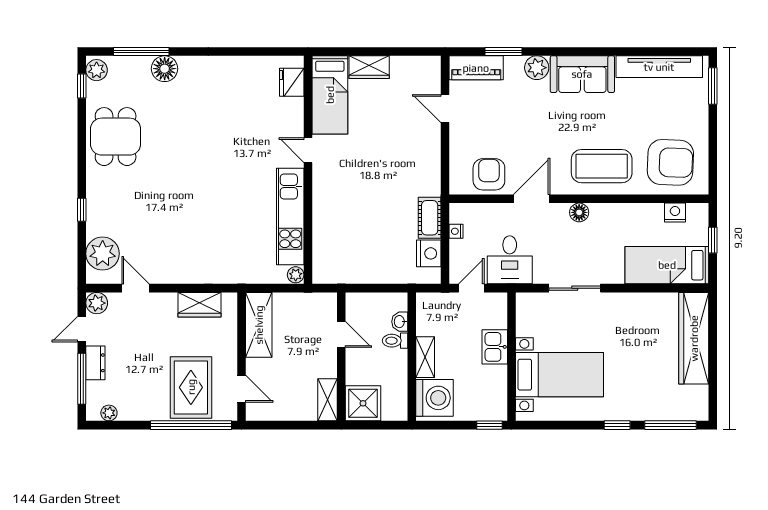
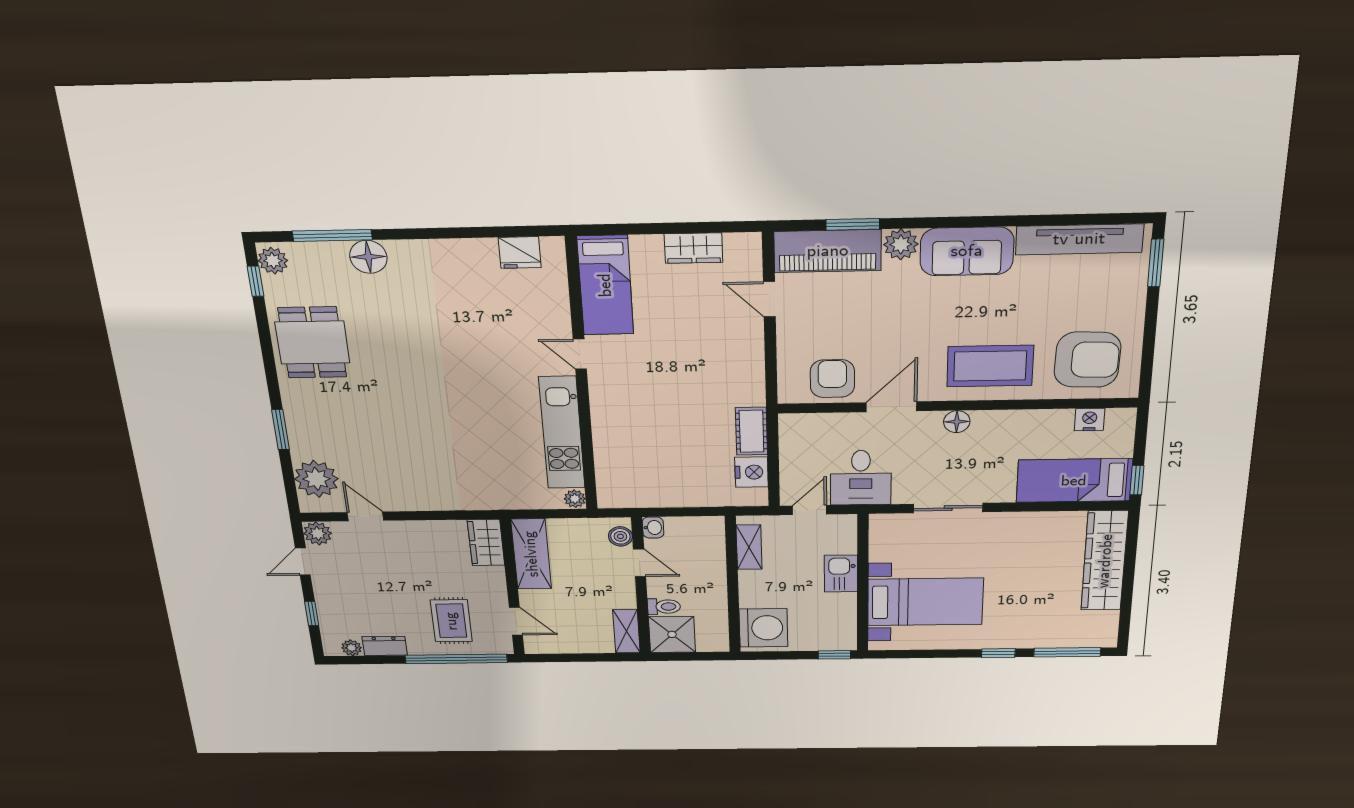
wardrobe: (369, 67) -> (694, 248), moved
piano: (476, 68) -> (828, 251), width x1.37, depth x1.33
fridge: (292, 82) -> (520, 252), moved, turned -90
window: (82, 210) -> (281, 430), width x1.50
nightstand: (456, 231) -> (788, 446), removed
window: (713, 240) -> (1137, 480), moved
wardrobe: (199, 305) -> (486, 542), moved, turned 90
boiler: (328, 310) -> (620, 536), added
washbasin: (400, 322) -> (653, 528), moved, turned 180
toilet: (395, 341) -> (664, 607), moved, turned 180
shelving: (425, 357) -> (749, 547), moved
dresser: (95, 363) -> (385, 646), moved, turned -90
window: (82, 379) -> (312, 613), width x0.46
rug: (191, 387) -> (451, 621), width x0.73, depth x0.70

